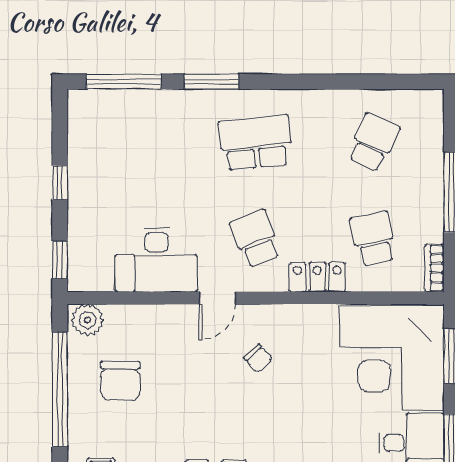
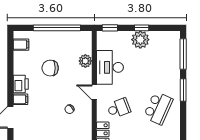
school desk: (256, 143) -> (158, 108), turned 30
plant: (89, 186) -> (140, 40), added
plant: (87, 320) -> (85, 61), moved
chair: (120, 381) -> (50, 68), moved

